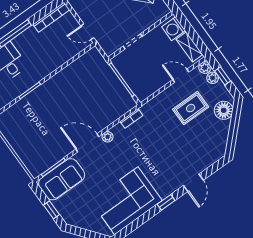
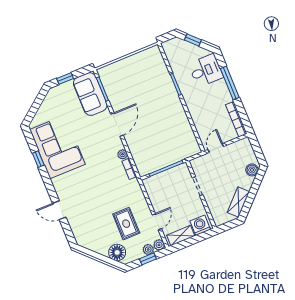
plant: (108, 137) -> (123, 154), moved
window: (166, 202) -> (38, 159), moved

